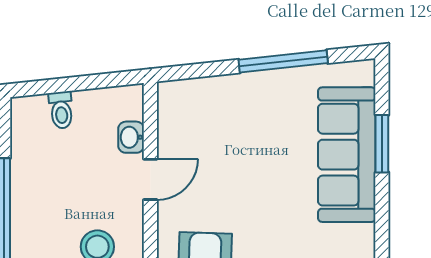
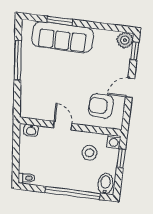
toilet: (61, 110) -> (27, 178), moved
washbasin: (131, 137) -> (31, 130), moved

